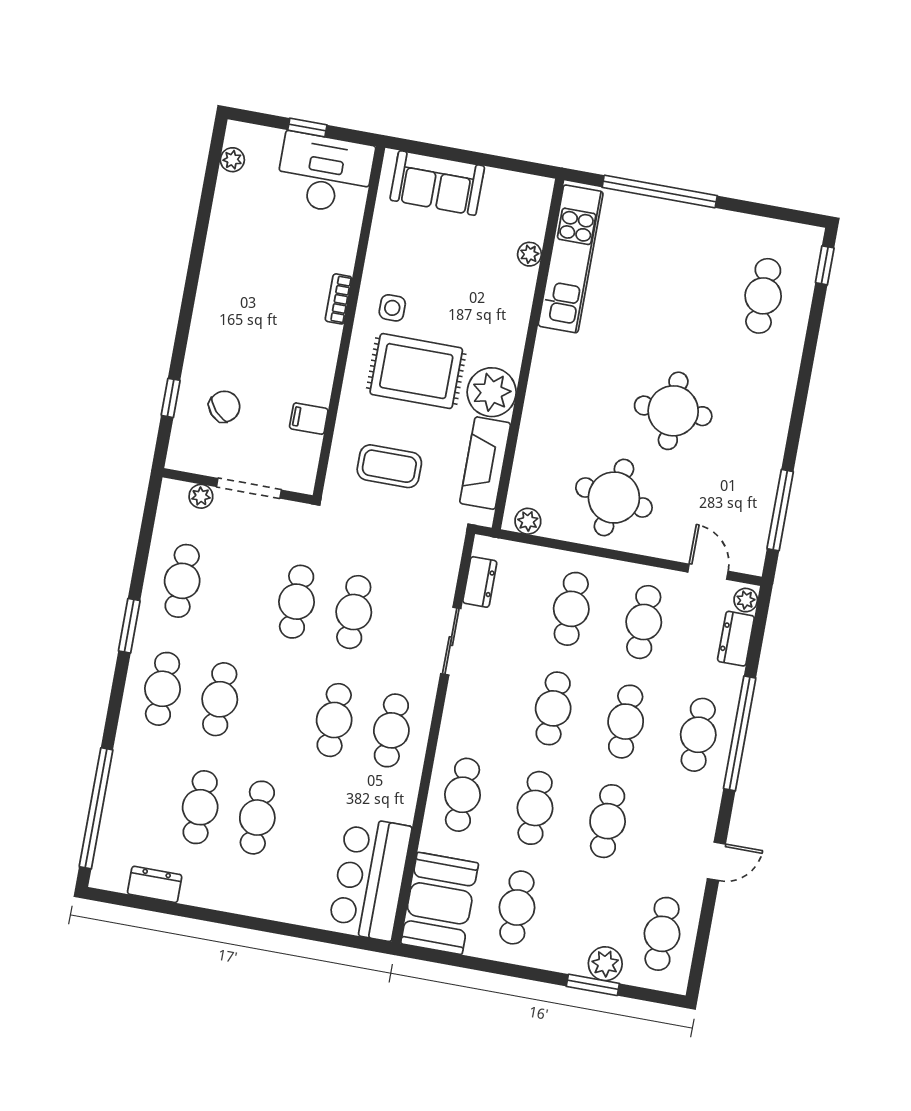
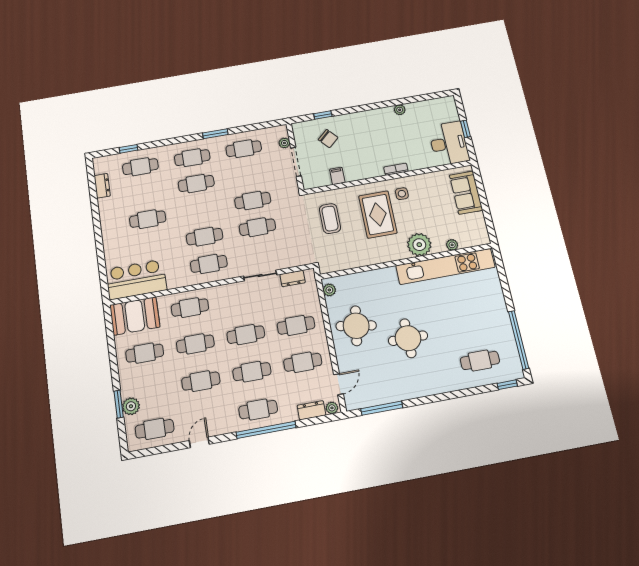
plant: (232, 160) -> (400, 110), moved
window: (660, 192) -> (519, 340), moved
kitchen unit: (571, 259) -> (445, 266), width x1.36
plant: (492, 392) -> (419, 245), moved
fireplace: (485, 463) -> (348, 260), removed
cafe table: (200, 807) -> (140, 167), moved
window: (96, 808) -> (128, 149), width x0.32
door: (716, 861) -> (199, 442), swing flipped

